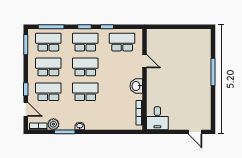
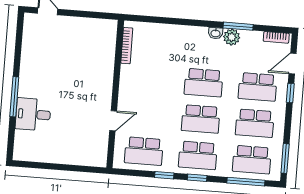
door: (145, 61) -> (113, 121), swing flipped
washbasin: (136, 86) -> (128, 85), removed
door: (26, 109) -> (293, 64), hinge flipped
desk: (157, 118) -> (33, 114), moved, turned -90
plant: (53, 124) -> (232, 37), moved

